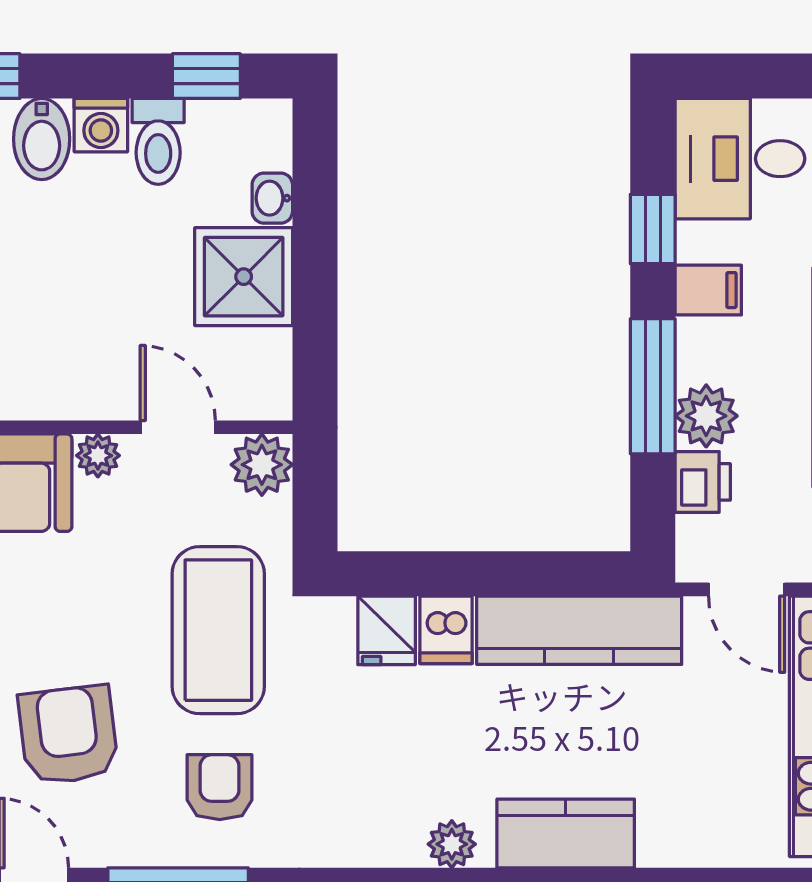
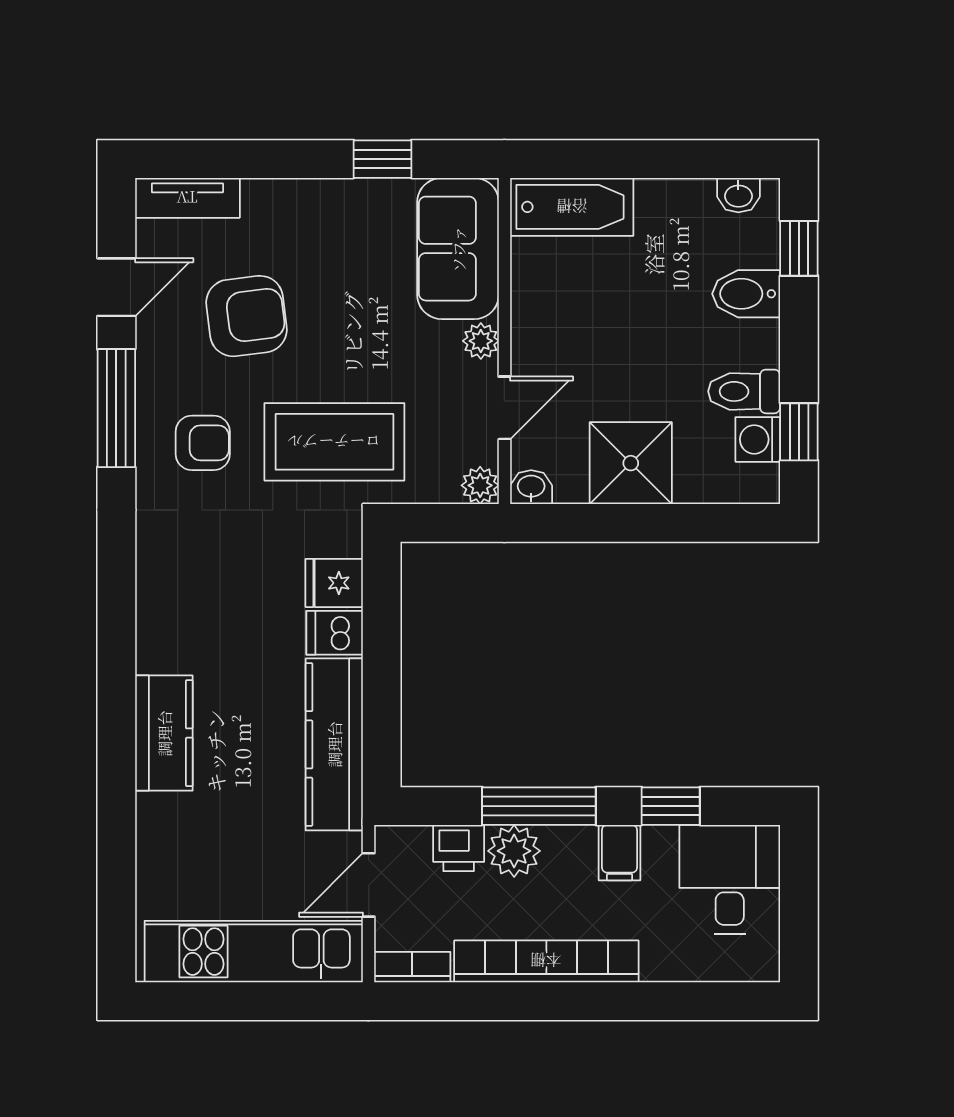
washing machine: (101, 125) -> (758, 439), moved
washbasin: (272, 198) -> (531, 487), moved
plant: (262, 465) -> (480, 485), width x0.73, depth x0.73
plant: (452, 844) -> (155, 638), removed

